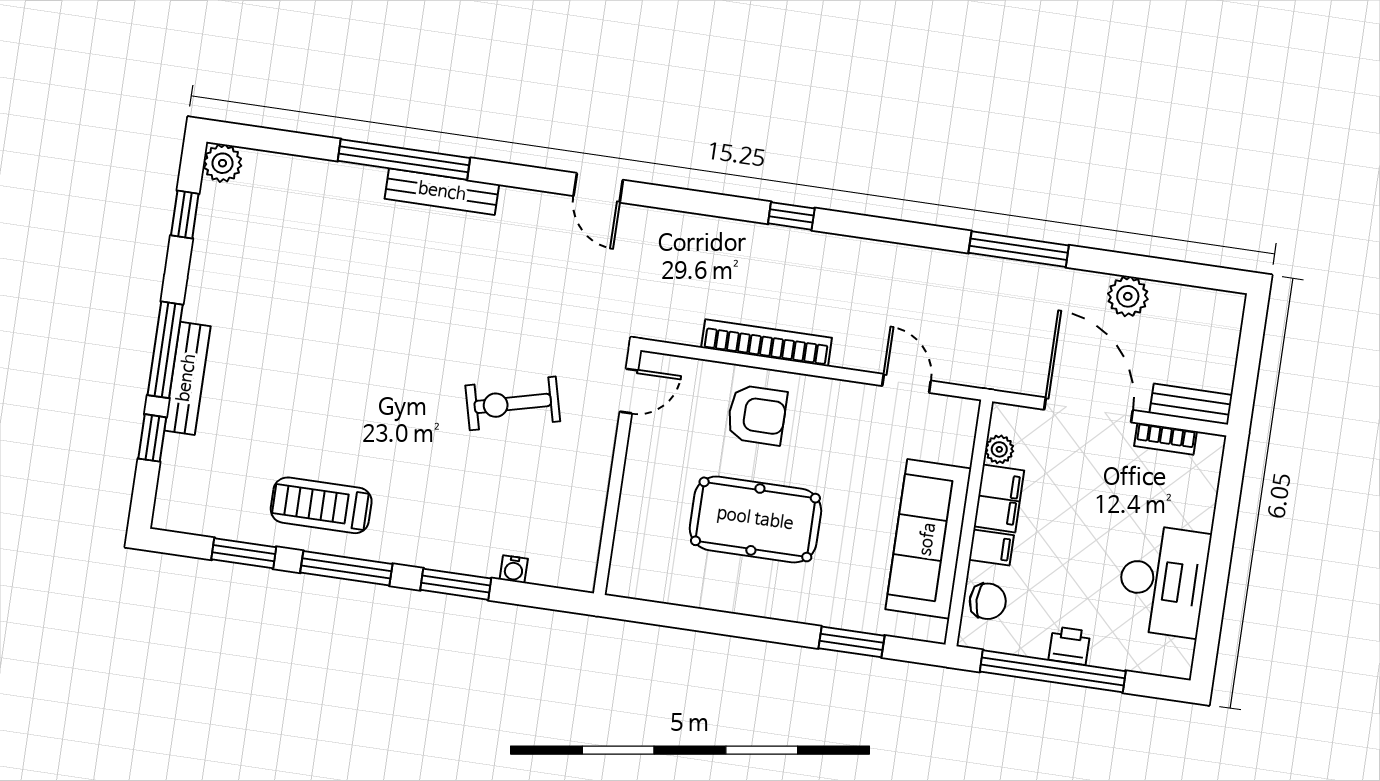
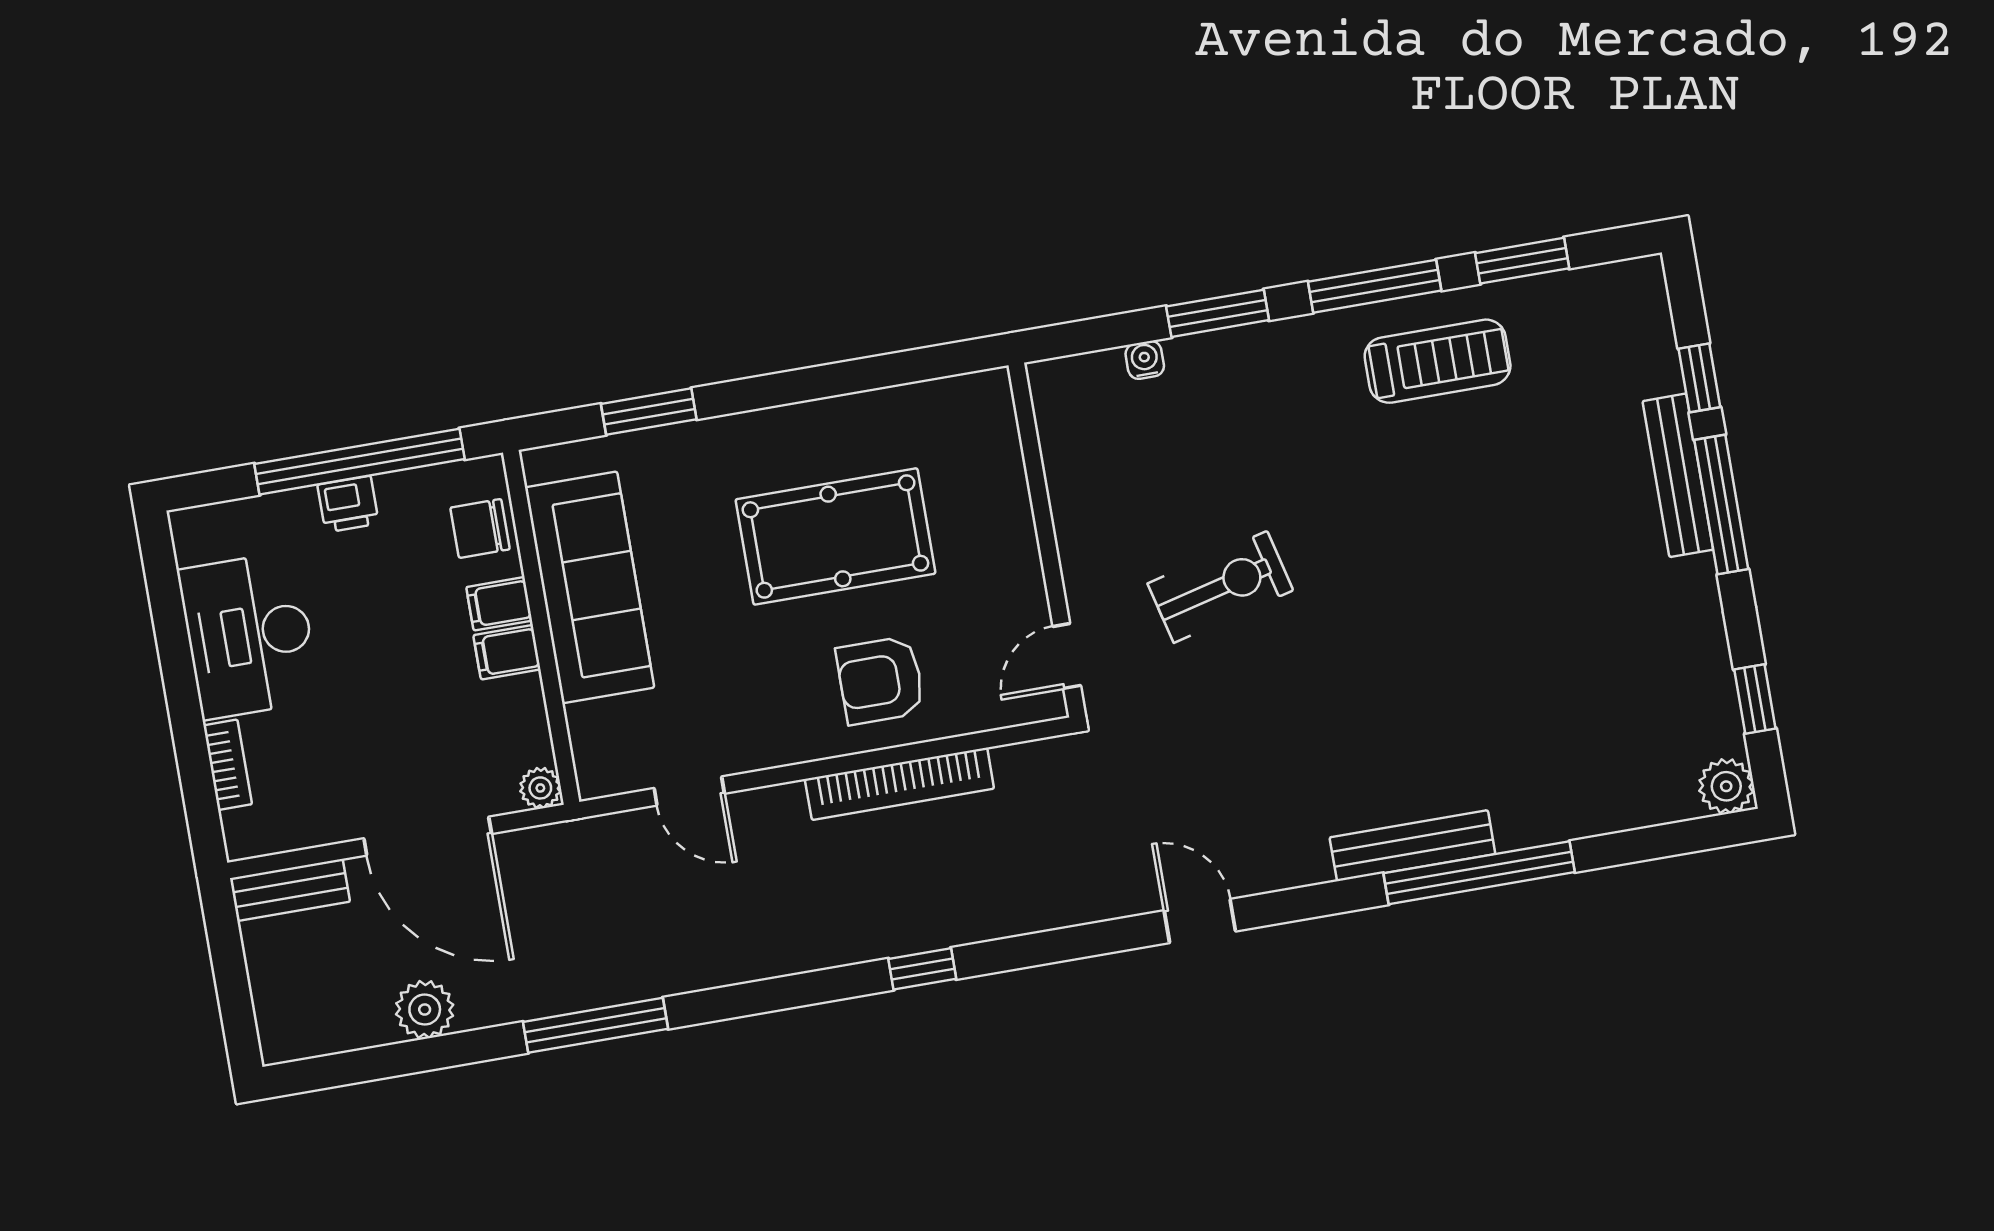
bookcase: (1165, 439) -> (228, 765), moved, turned 90
plant: (999, 449) -> (540, 788), moved
filing cabinet: (999, 498) -> (507, 652), width x0.50

